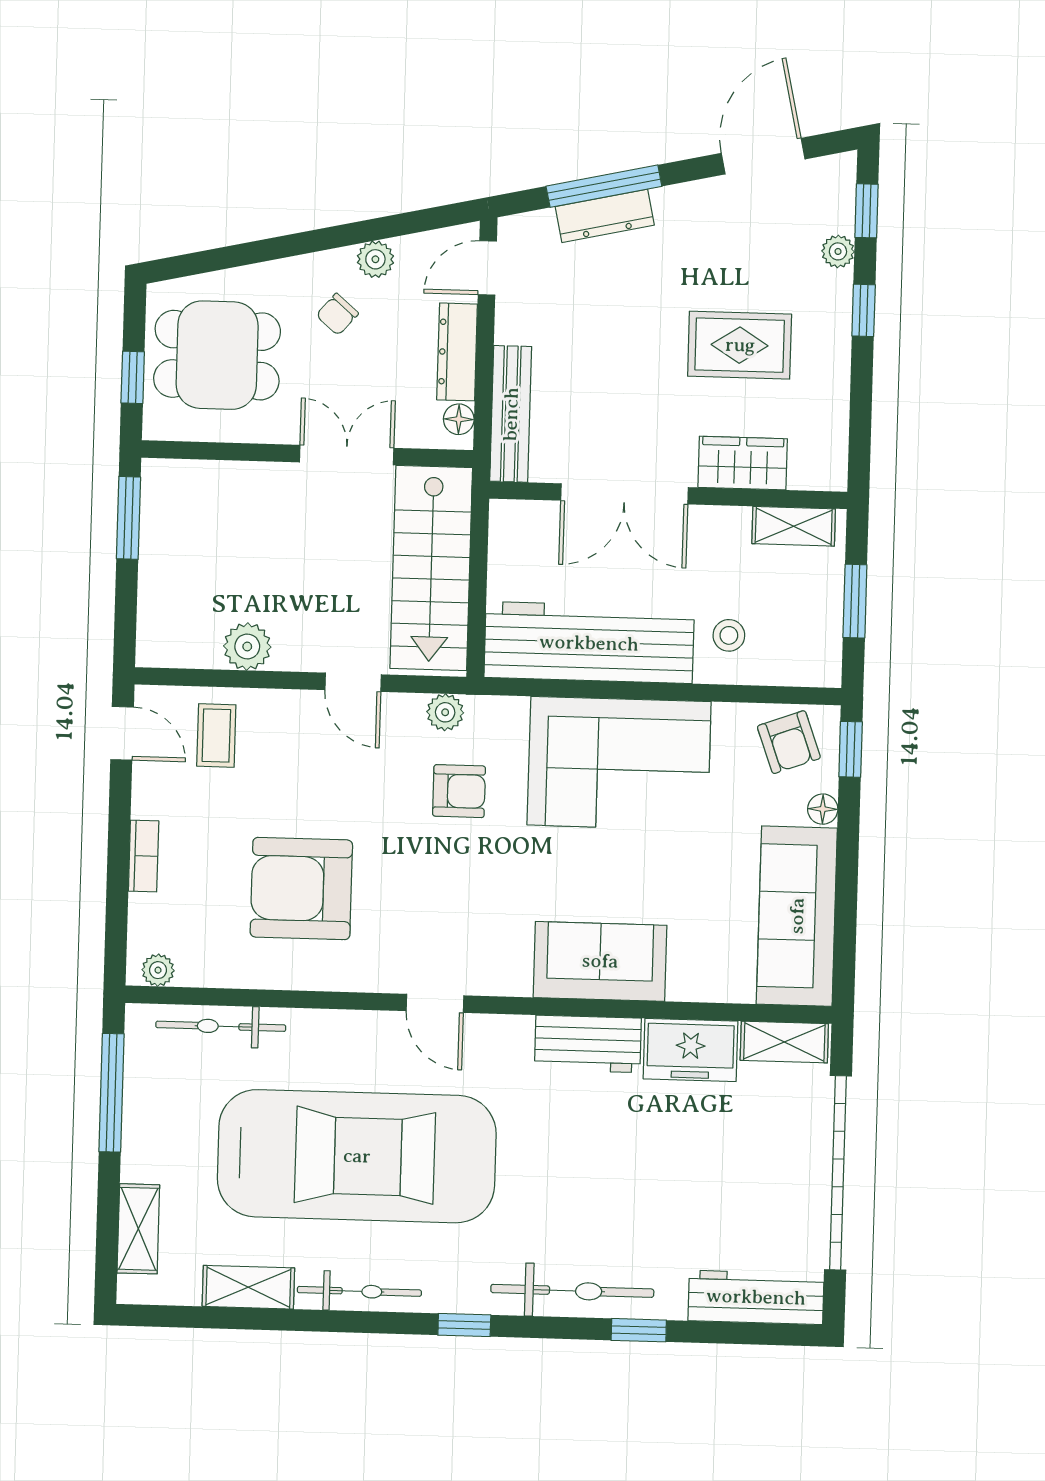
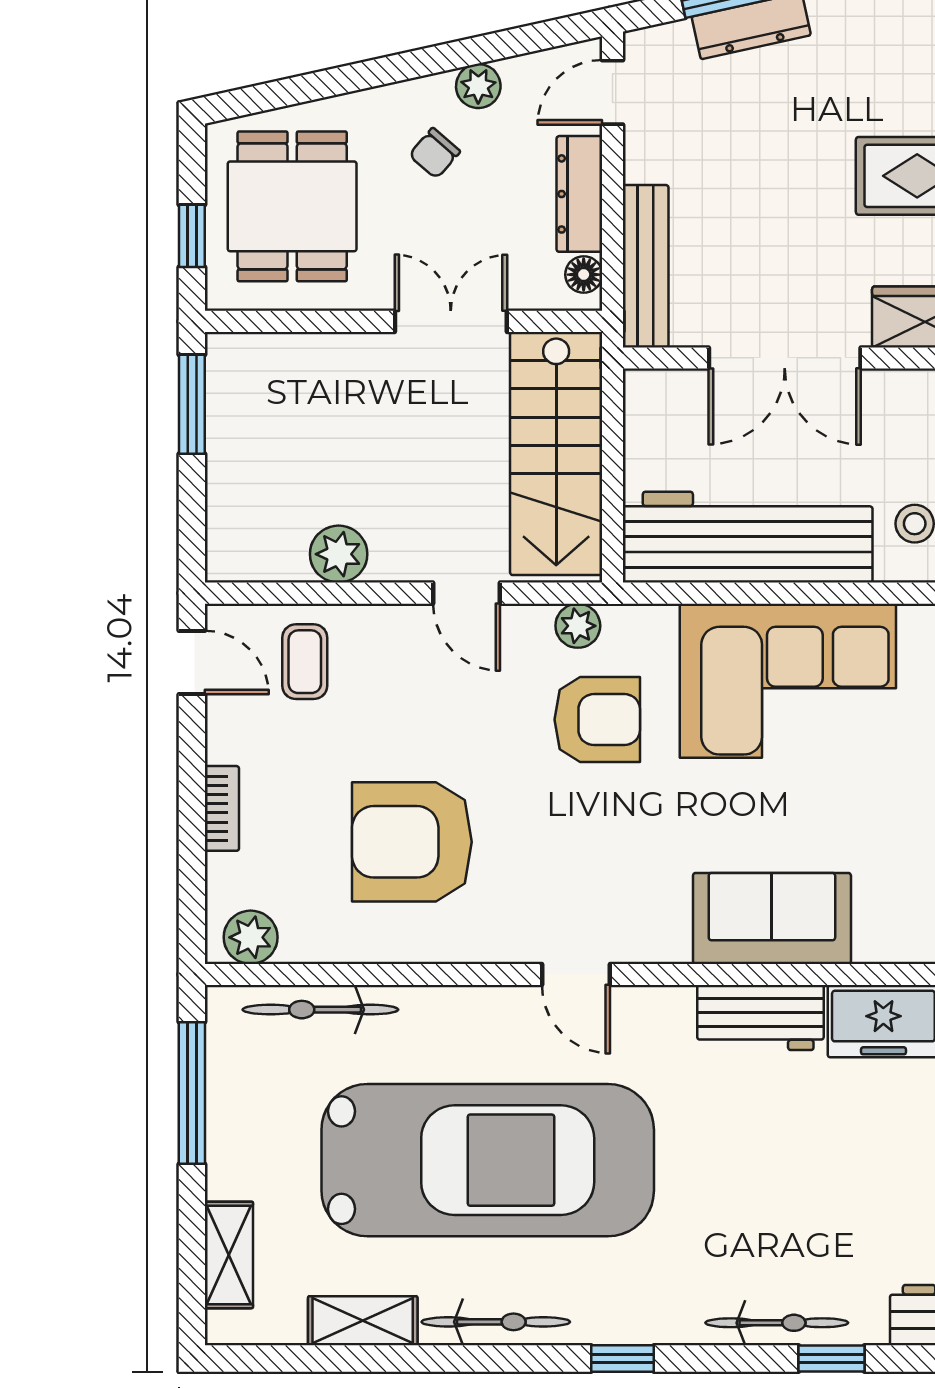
dining table: (217, 355) -> (292, 206), turned 90
armchair: (459, 791) -> (597, 720), width x1.38, depth x1.38
plant: (158, 970) -> (251, 937), width x1.38, depth x1.38
bicycle: (572, 1291) -> (777, 1323), width x0.73, depth x0.71

